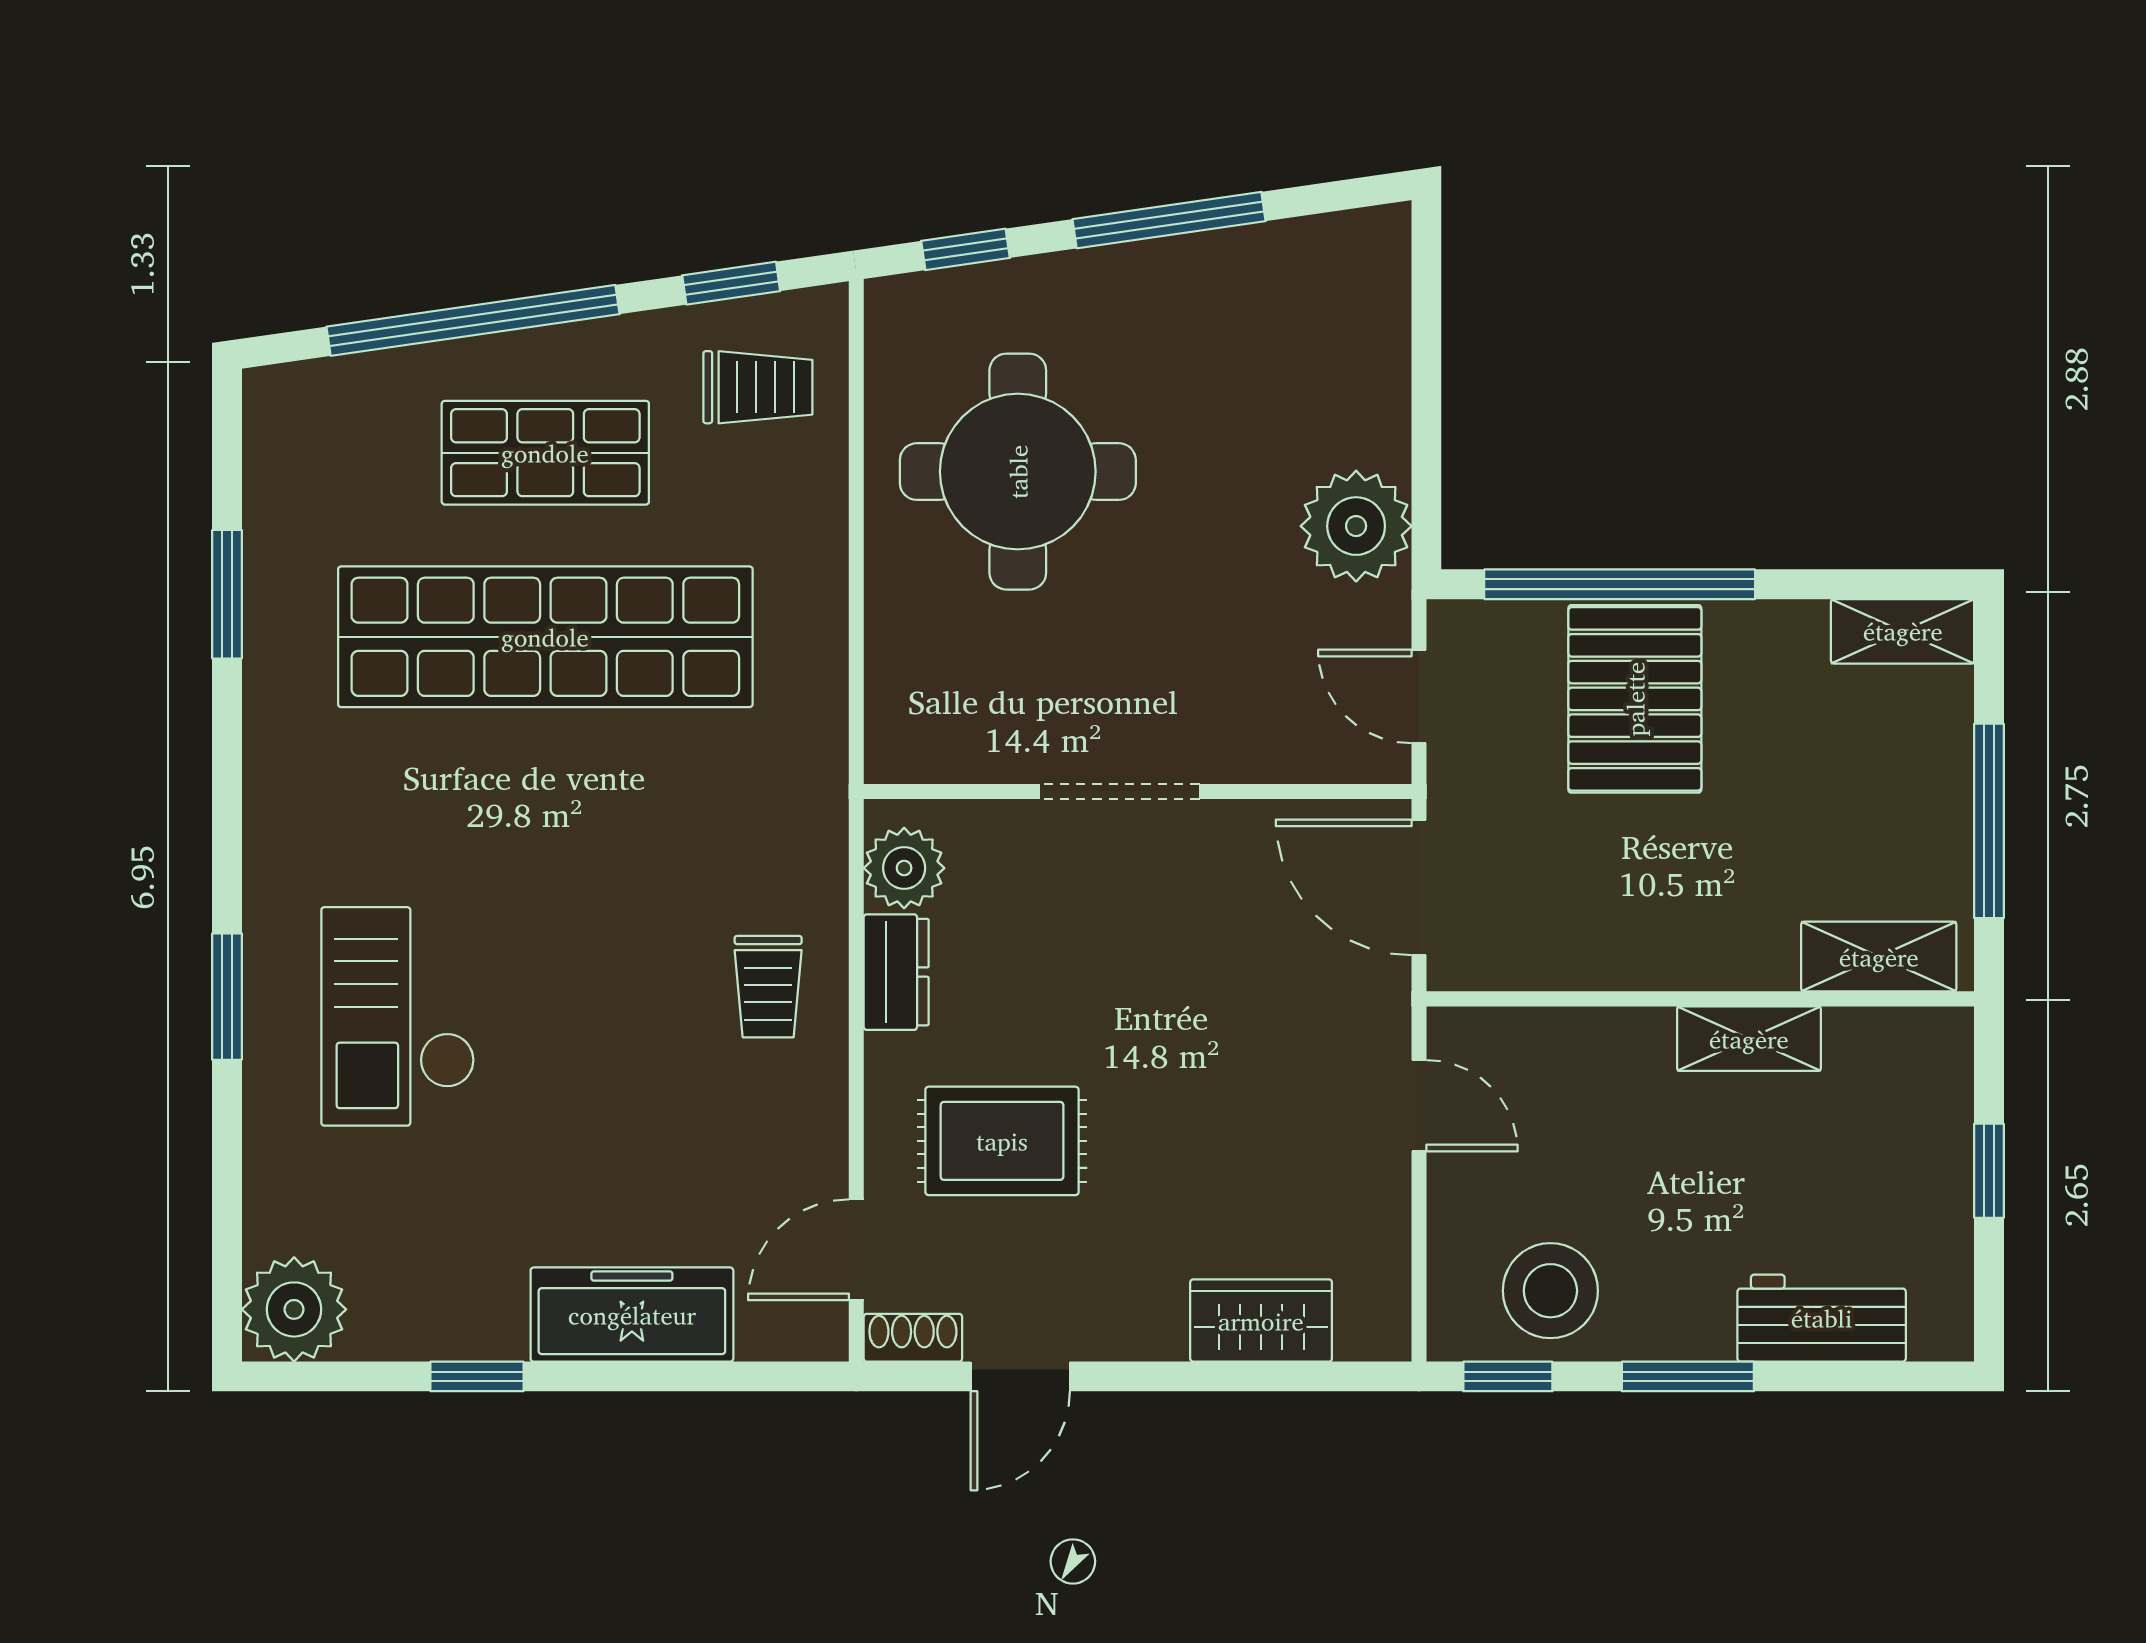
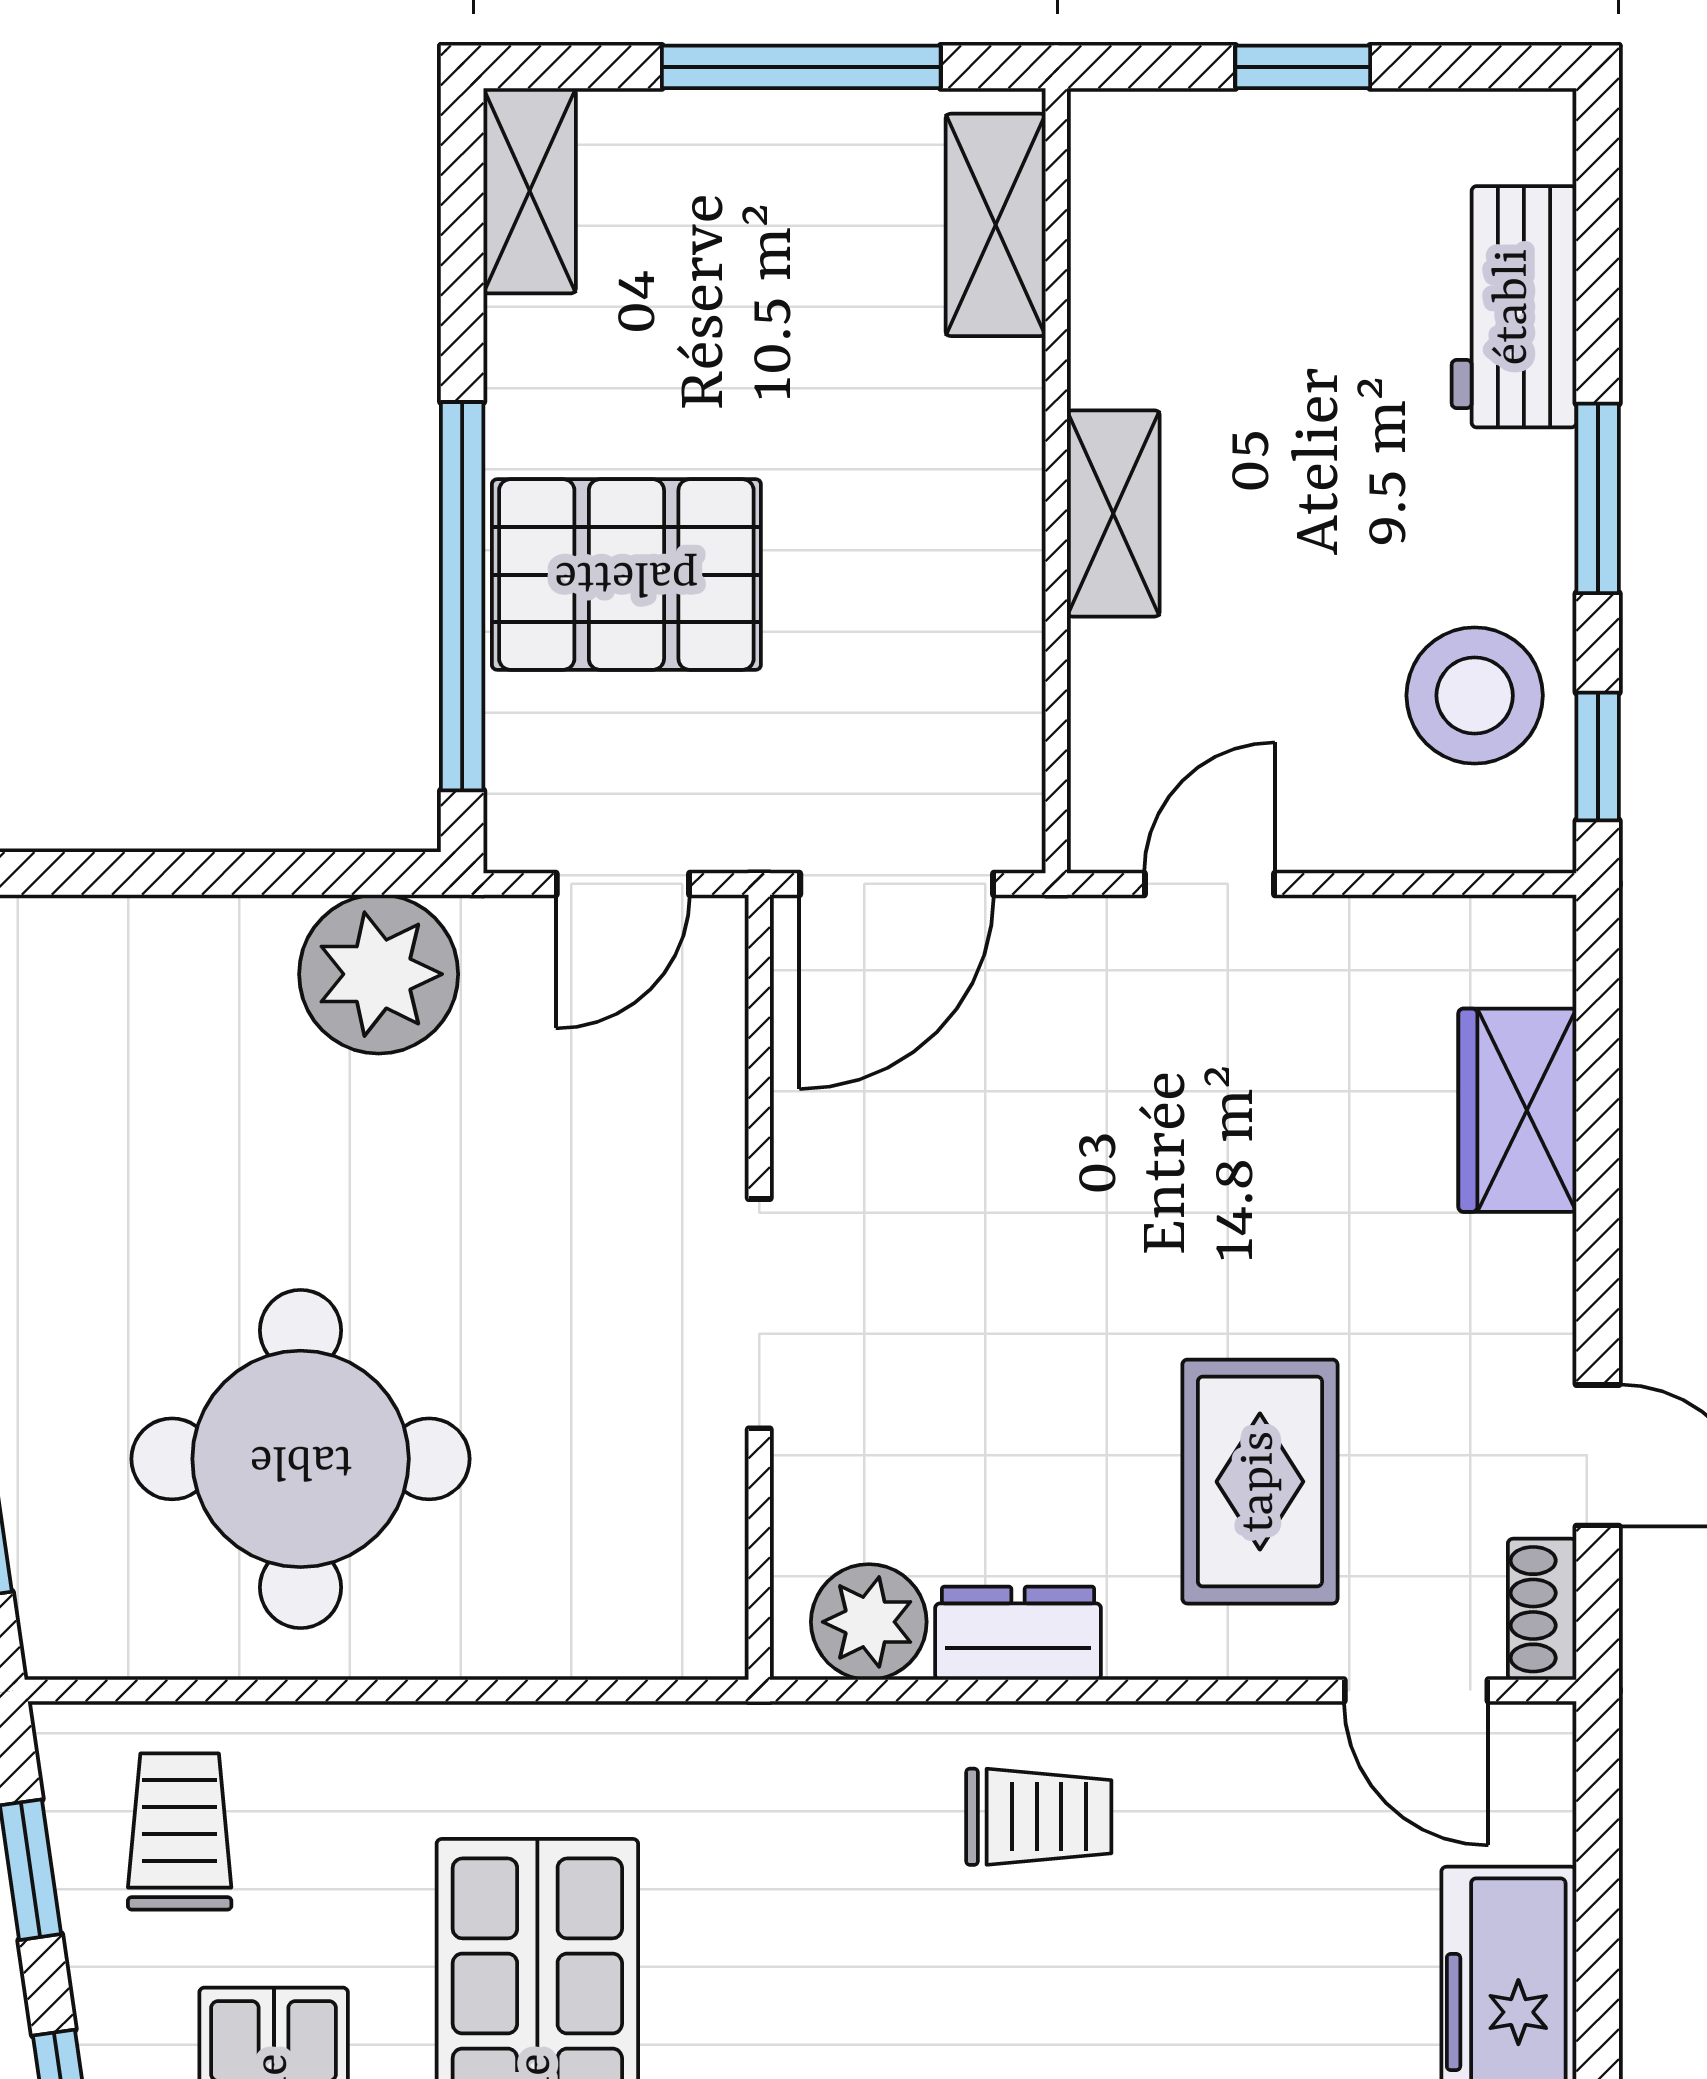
shelving: (1749, 1039) -> (1113, 513), moved

